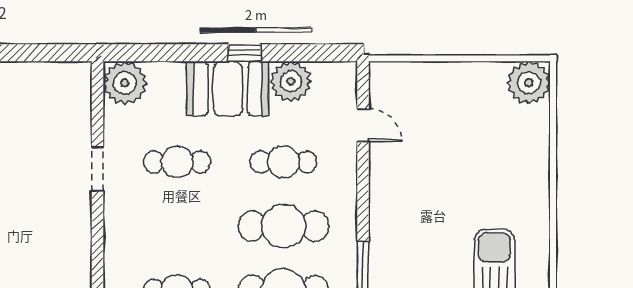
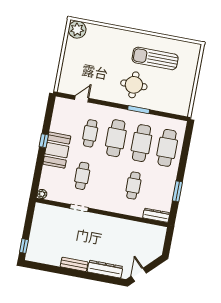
plant: (291, 81) -> (59, 124), removed
plant: (125, 83) -> (42, 194), width x0.53, depth x0.53
round table: (421, 245) -> (134, 85), added

